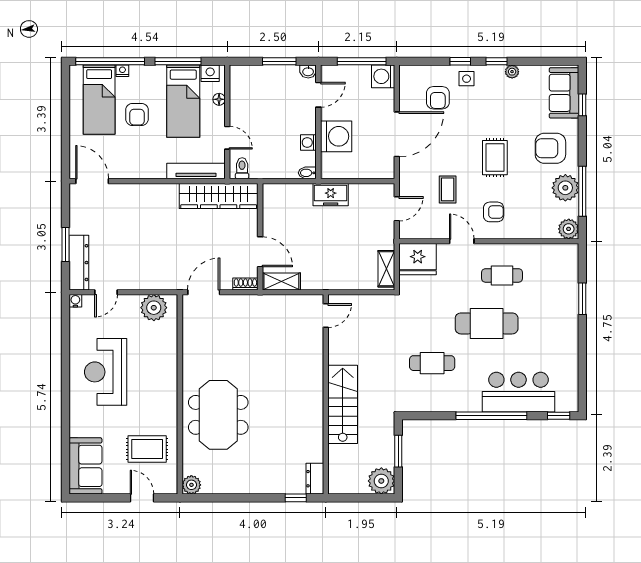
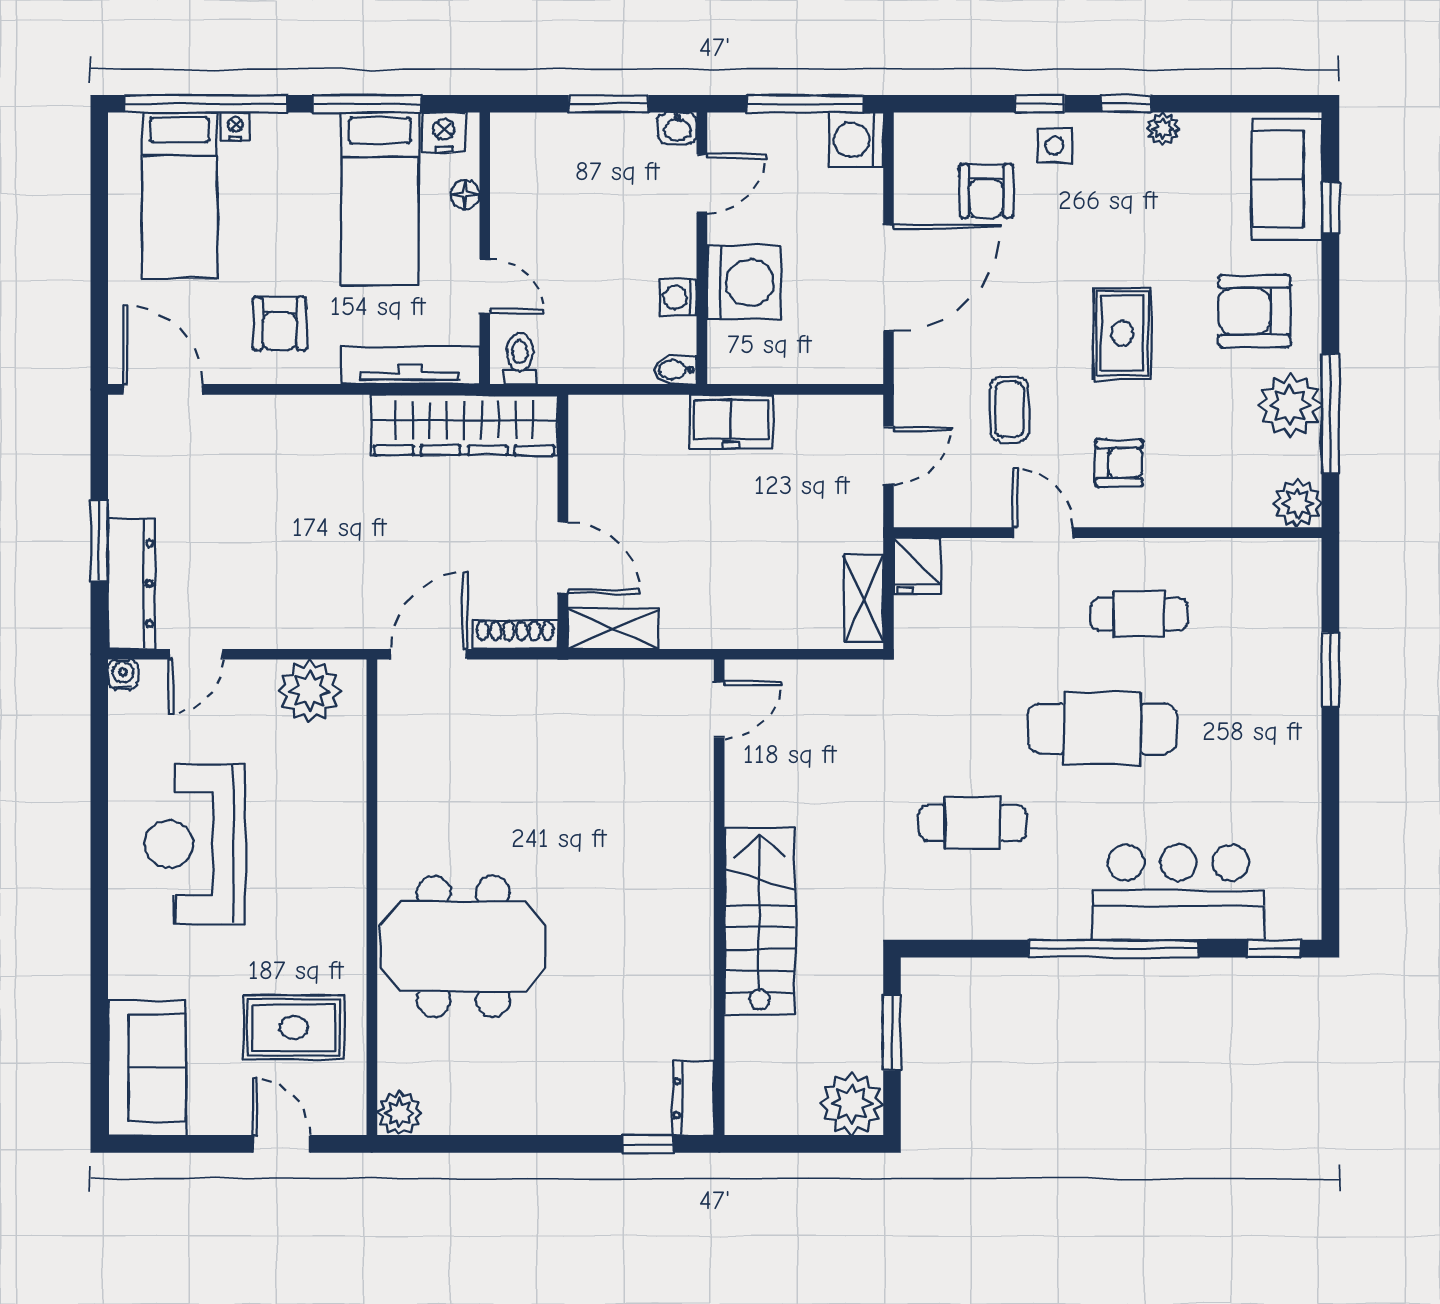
armchair: (137, 114) -> (280, 324), moved
fridge: (418, 259) -> (917, 566), width x0.53, depth x0.75
shoe rack: (245, 284) -> (515, 635), width x1.43
meeting table: (218, 415) -> (463, 946), turned 90

